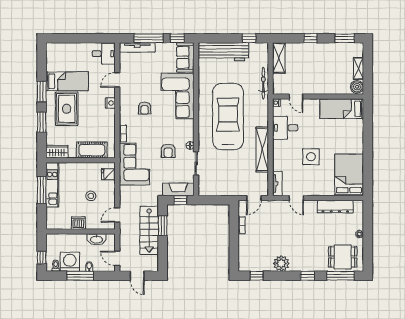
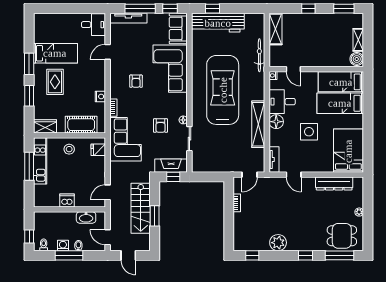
window: (249, 38) -> (213, 9), moved
nightstand: (110, 103) -> (100, 97), moved
rug: (67, 109) -> (55, 82), width x0.73, depth x0.70
bed: (341, 129) -> (340, 103), added
floor lamp: (280, 147) -> (276, 122), added
stool: (91, 196) -> (69, 149), moved
window: (163, 226) -> (155, 216), moved
washing machine: (70, 262) -> (63, 246), width x0.53, depth x0.53

